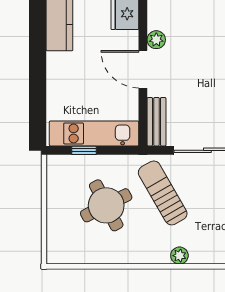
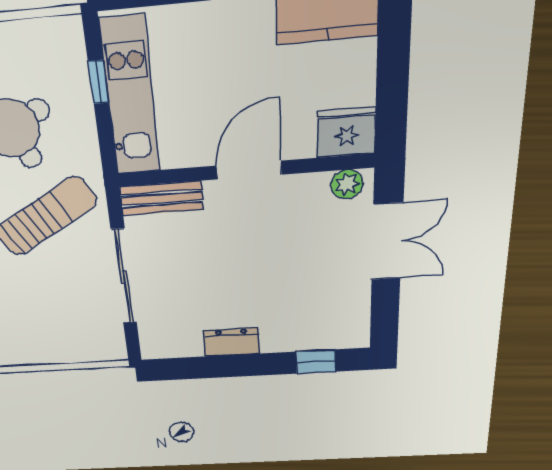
plant: (156, 40) -> (347, 184), moved

